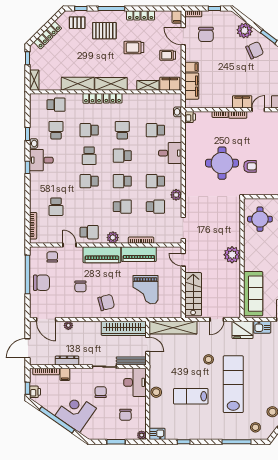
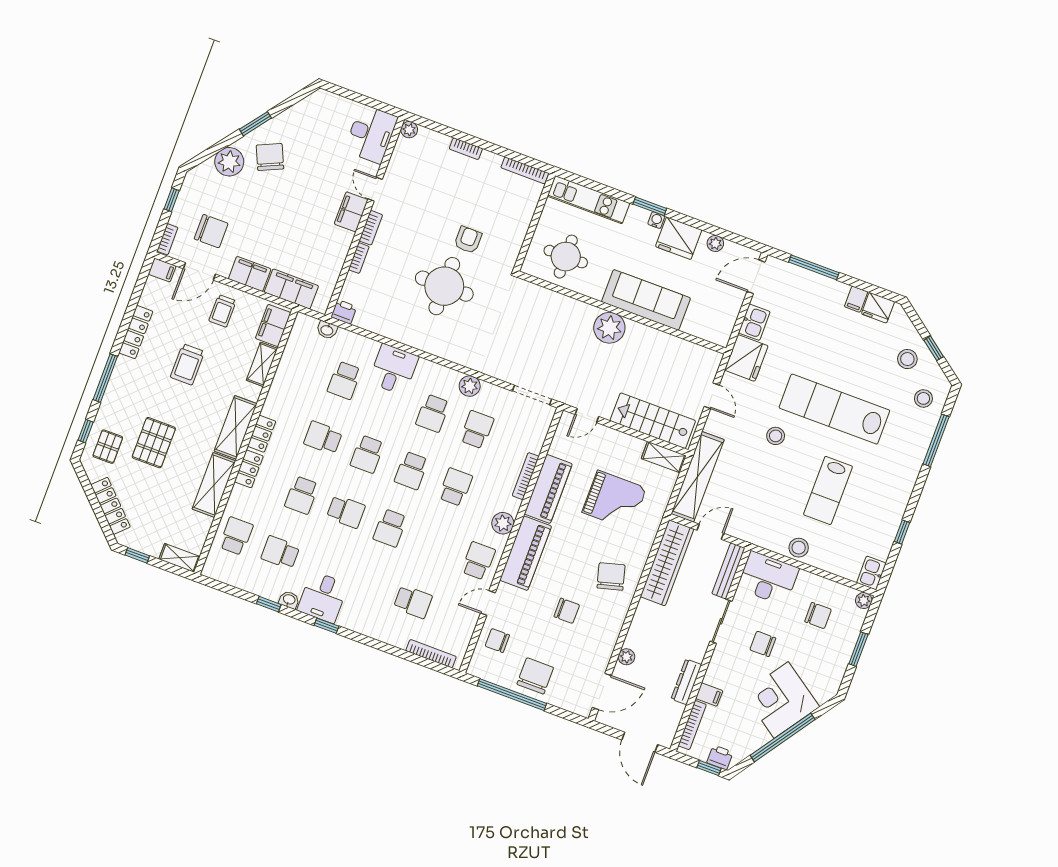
pallet: (104, 31) -> (154, 443), moved
filing cabinet: (192, 67) -> (250, 274), width x2.00
sofa: (253, 294) -> (646, 300), moved
shelving: (177, 307) -> (664, 457), added

